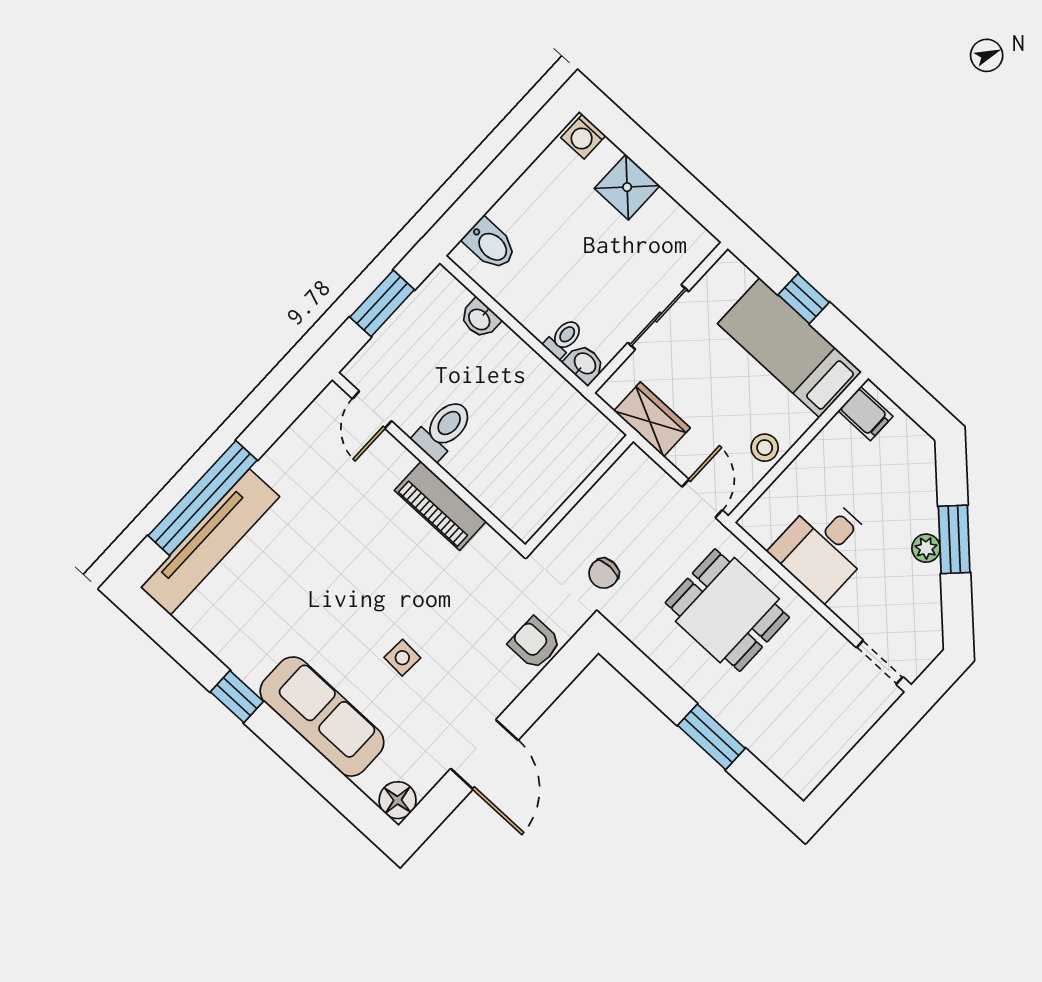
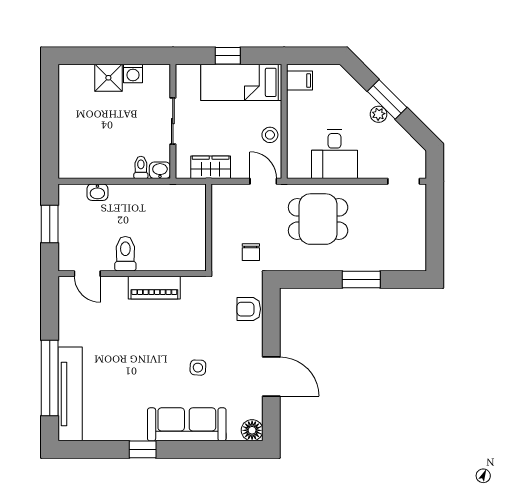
washing machine: (583, 137) -> (133, 73), moved
bidet: (490, 244) -> (72, 156), removed

